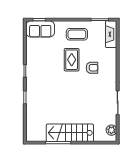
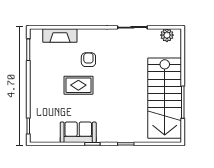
sofa: (40, 29) -> (78, 132), moved, turned -90
coffee table: (77, 34) -> (46, 79), removed
fireplace: (111, 34) -> (60, 36), moved
stairs: (70, 133) -> (165, 98), width x1.36, depth x1.51

